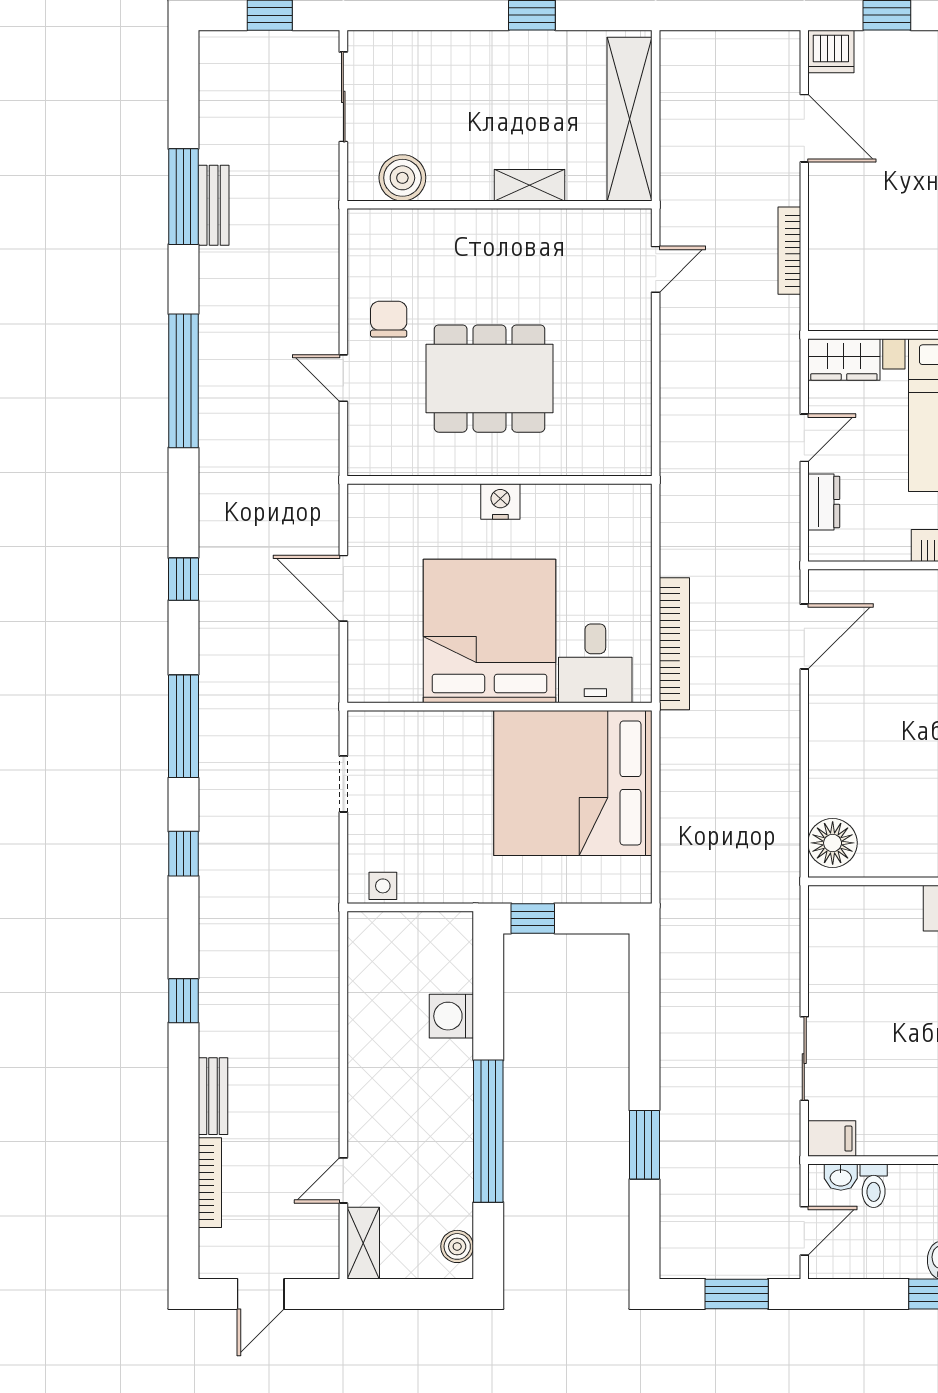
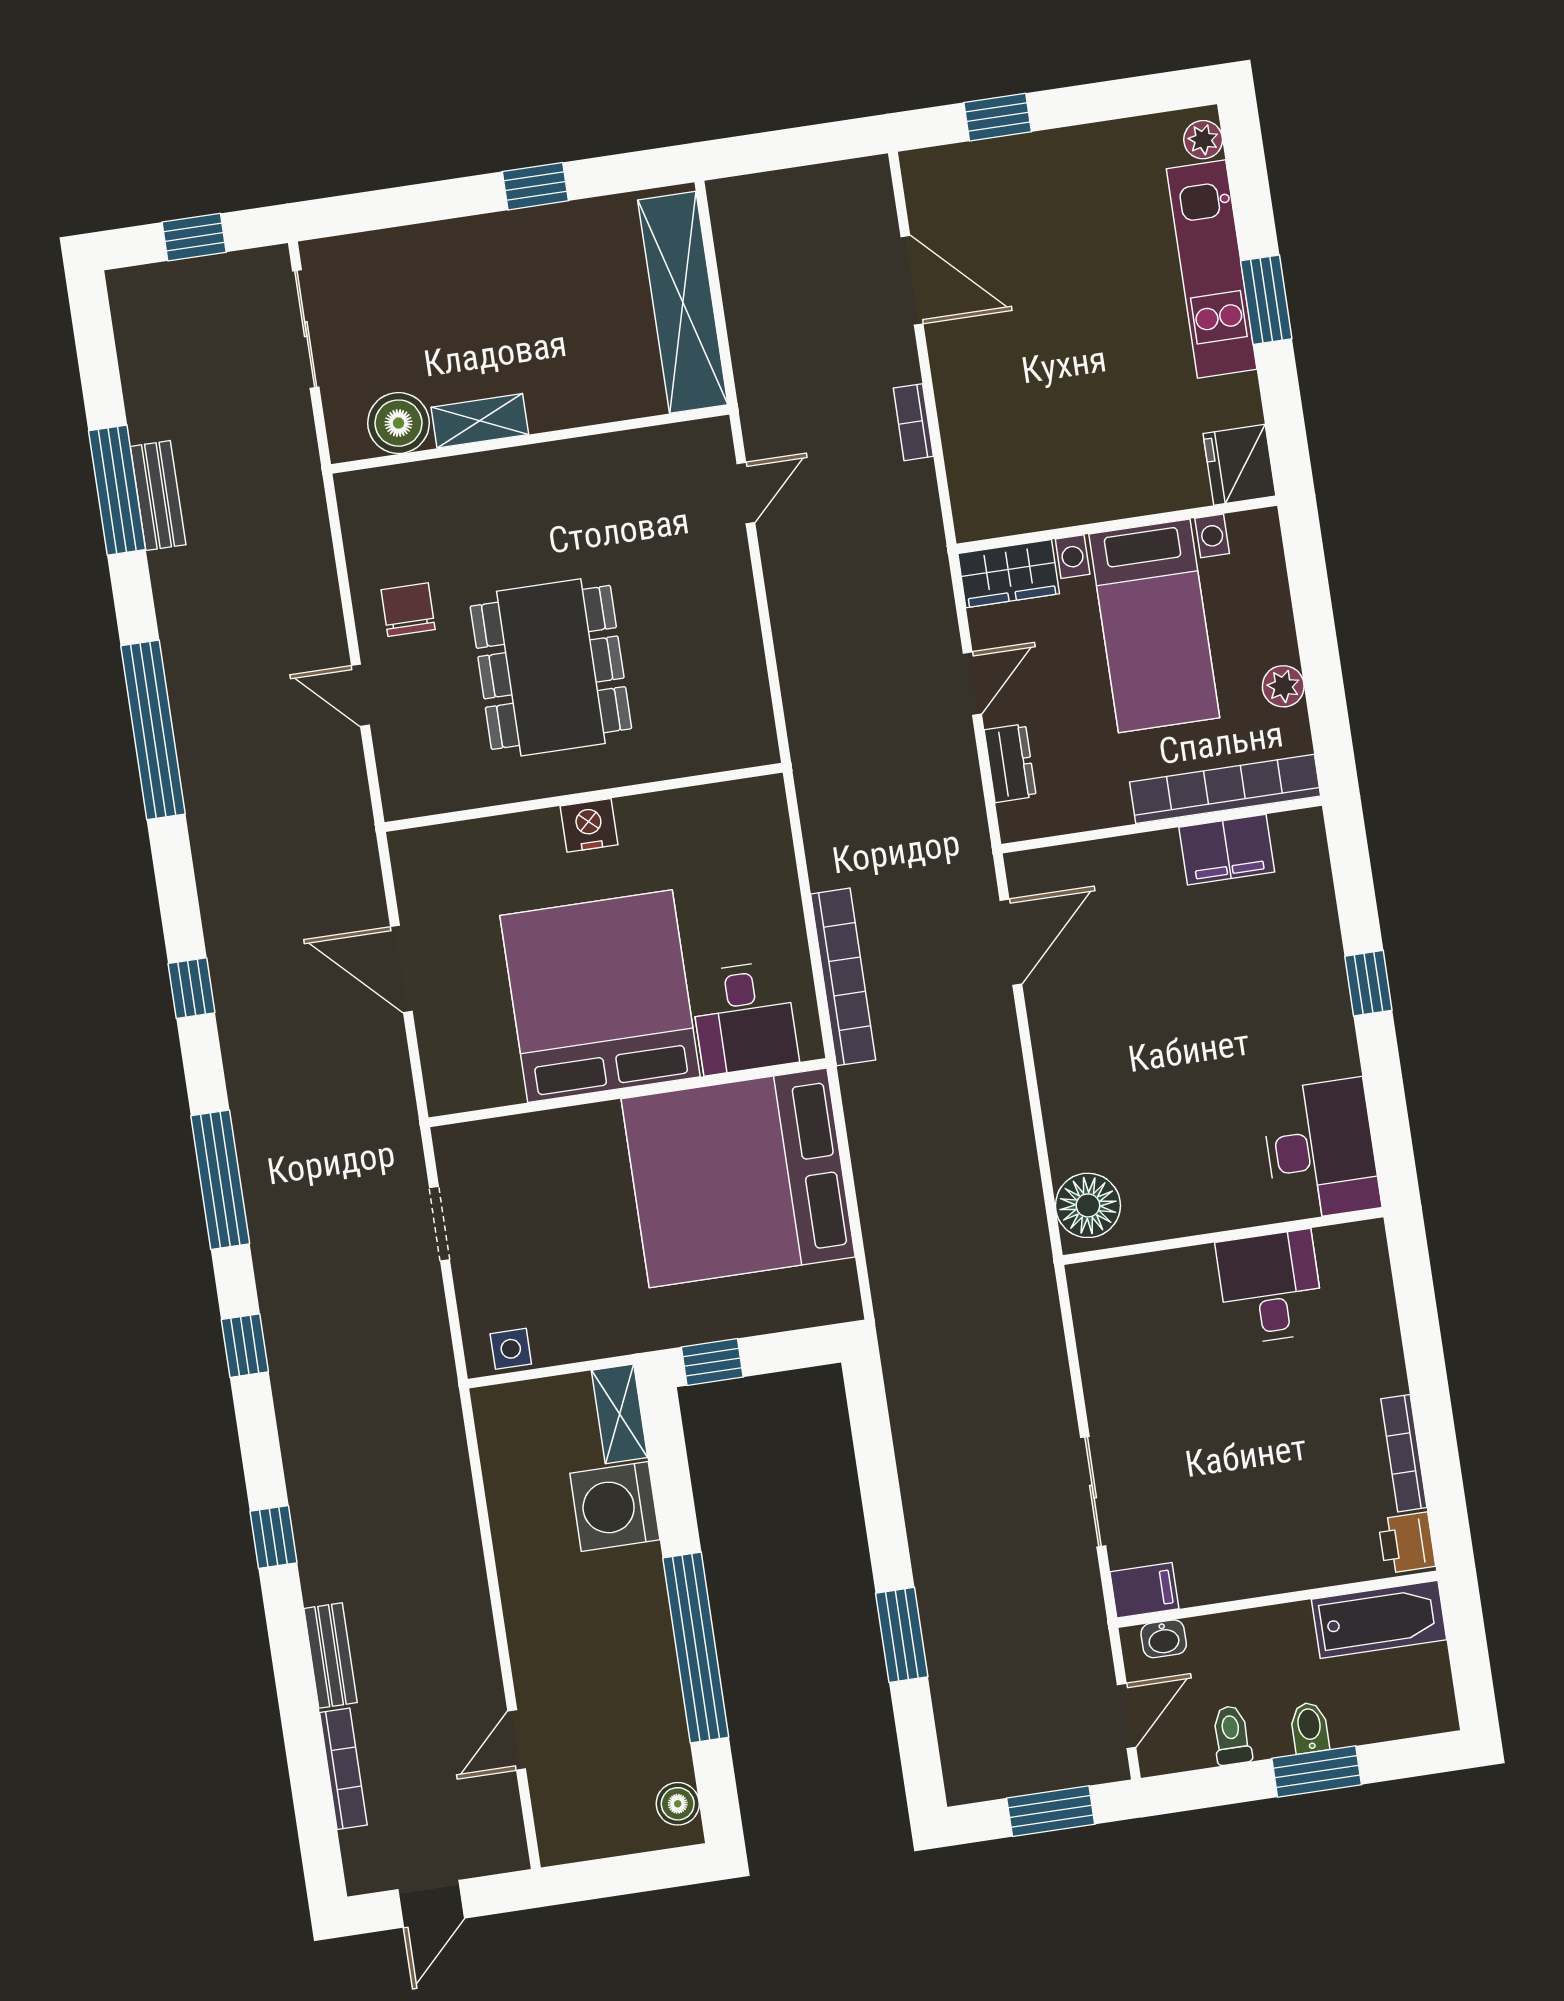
dishwasher: (831, 52) -> (932, 175), removed
shelving: (529, 185) -> (480, 421), moved
bookcase: (789, 251) -> (913, 422), width x0.64
dining table: (489, 379) -> (551, 667), turned 90
washing machine: (451, 1016) -> (615, 1507), width x1.37, depth x1.37
toilet: (874, 1186) -> (1232, 1735), moved, turned 180
shelving: (363, 1243) -> (620, 1414), moved

